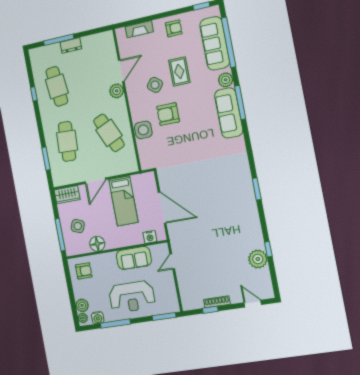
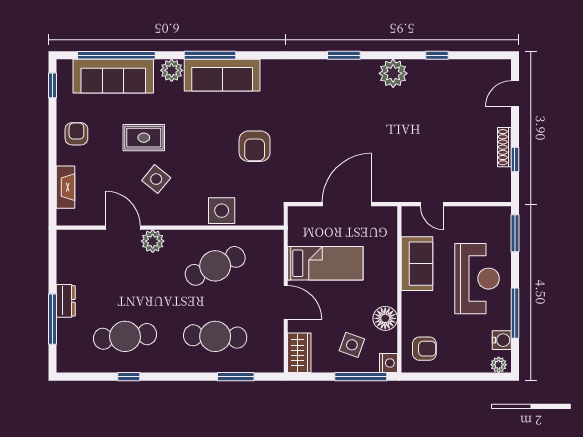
armchair: (168, 114) -> (255, 146), moved
nightstand: (150, 237) -> (389, 363), moved
plant: (258, 259) -> (393, 73), moved
armchair: (84, 271) -> (424, 349), turned 90
plant: (82, 305) -> (478, 362), removed

